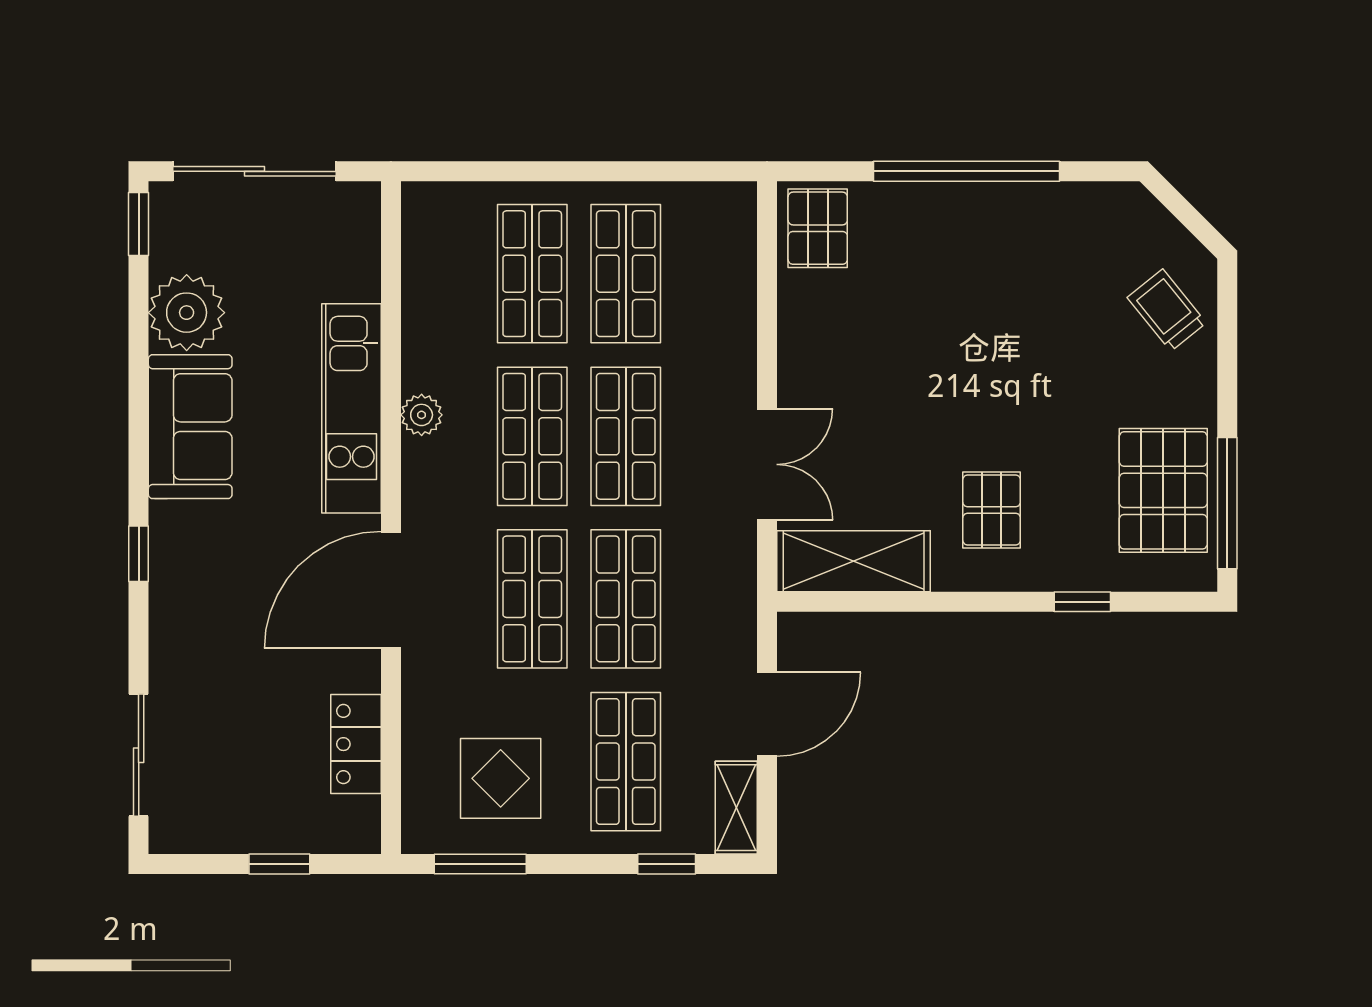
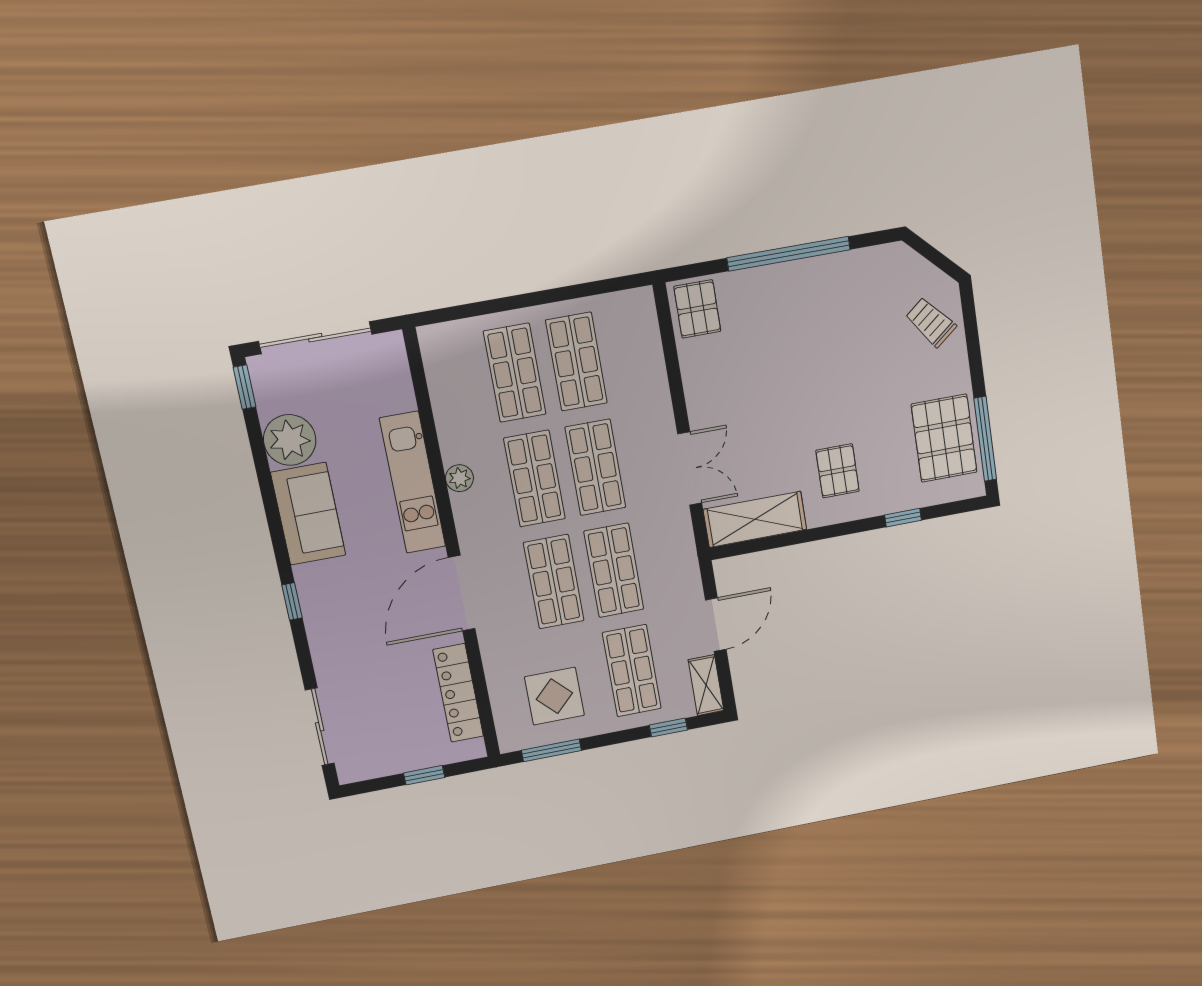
locker: (356, 744) -> (458, 693), width x1.53

